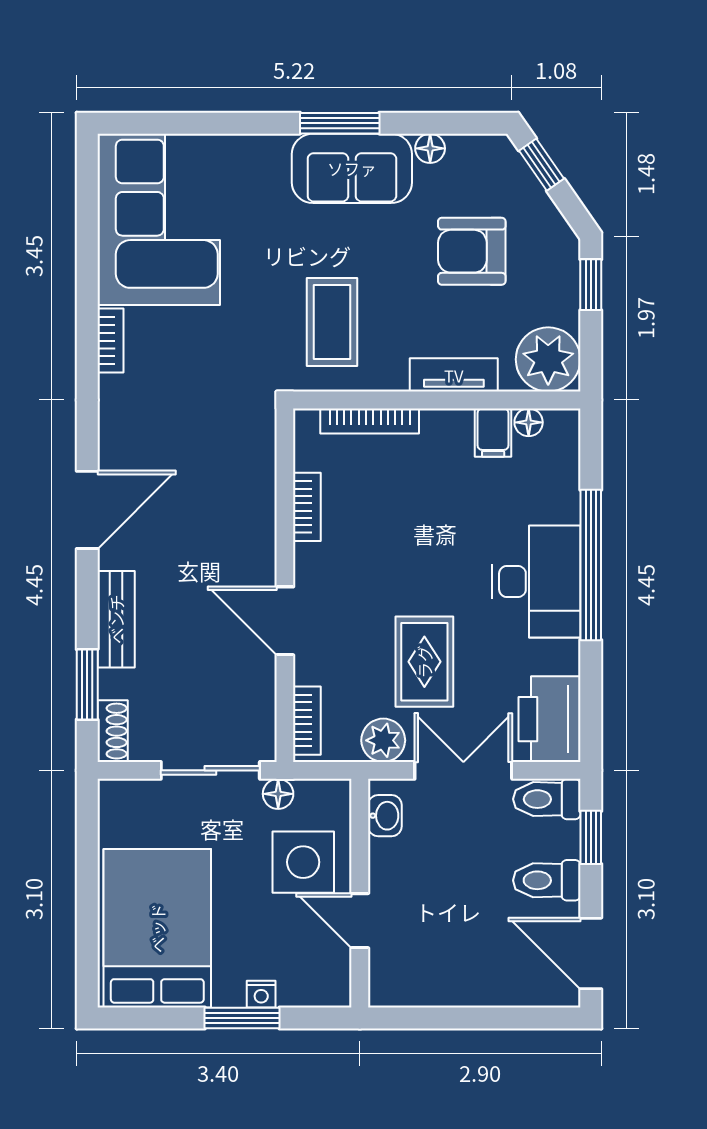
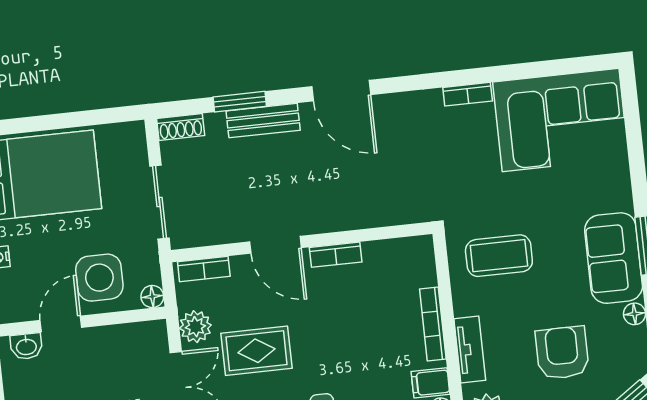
bookcase: (370, 421) -> (433, 324), moved
bookcase: (307, 507) -> (336, 255), moved
door: (285, 621) -> (275, 245), swing flipped
window: (87, 684) -> (240, 102), moved
floor lamp: (278, 794) -> (152, 296), moved
washbasin: (385, 816) -> (26, 346), moved

